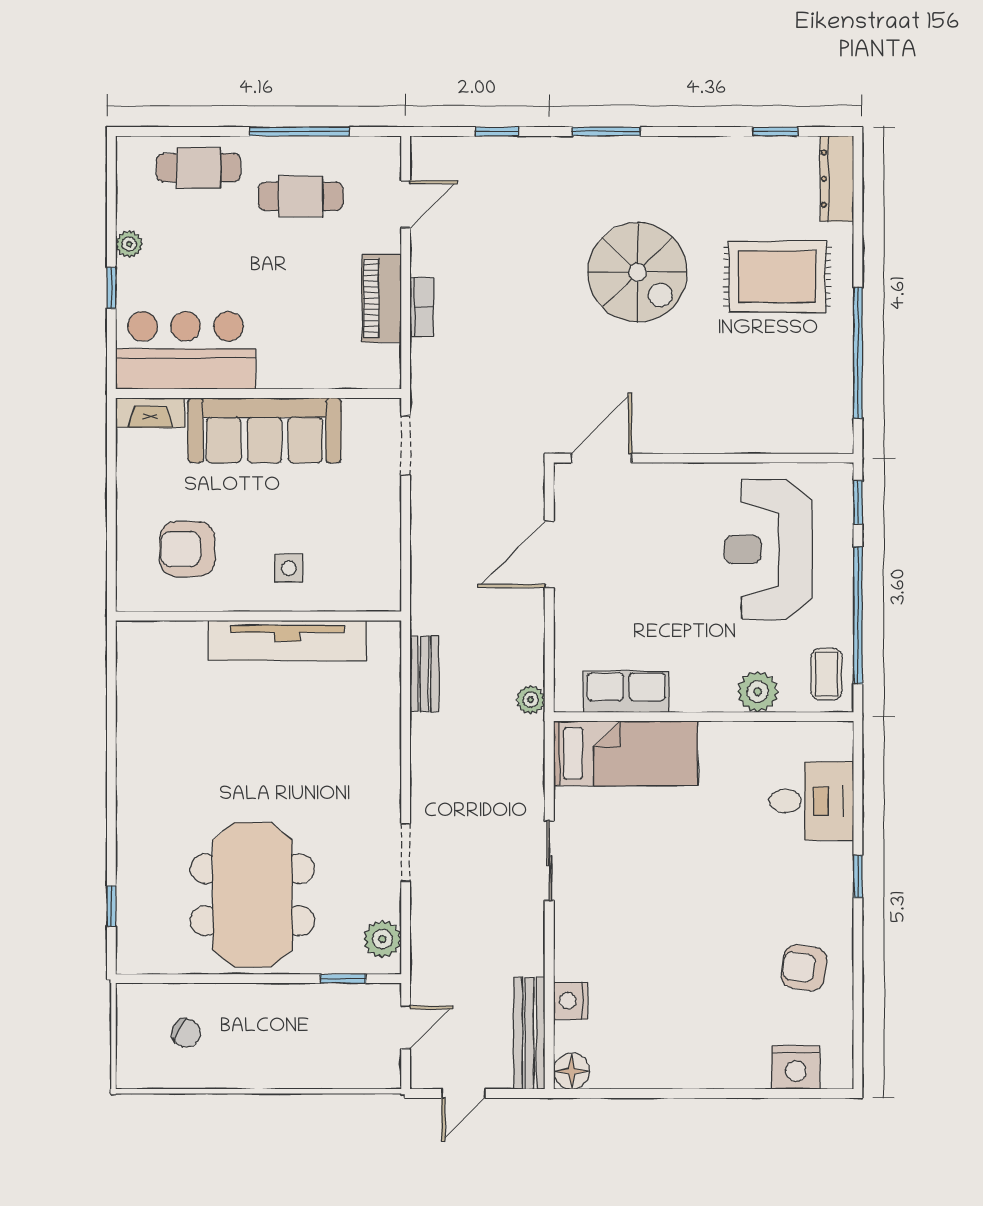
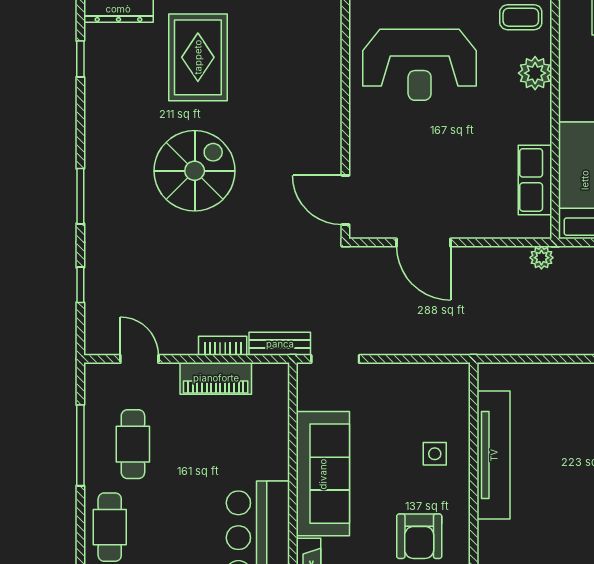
bench: (424, 674) -> (280, 344), moved

